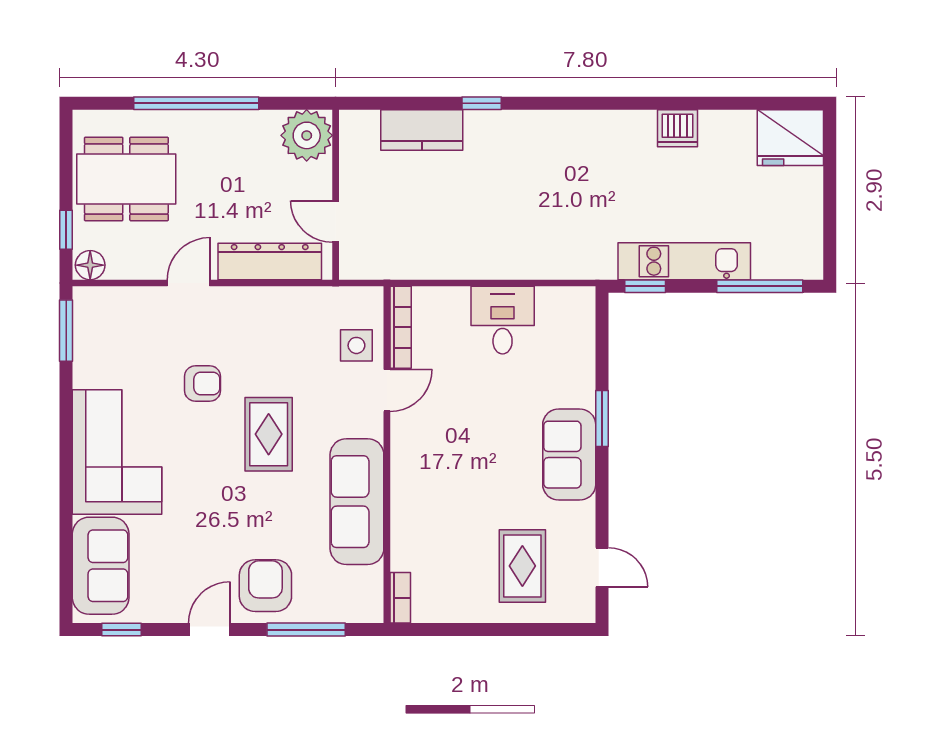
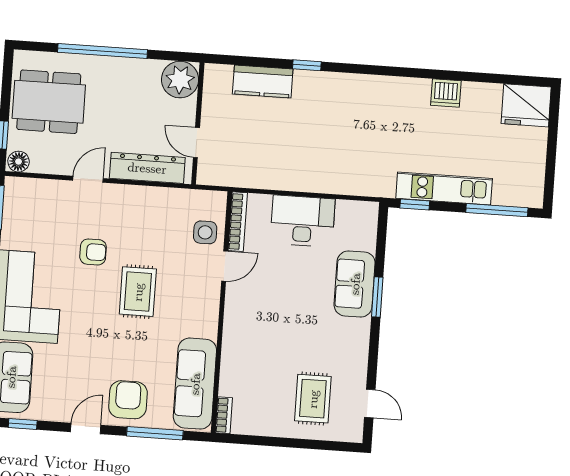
desk: (503, 320) -> (303, 221), width x1.37
sofa: (569, 455) -> (355, 284), moved
sofa: (357, 502) -> (195, 384), moved

